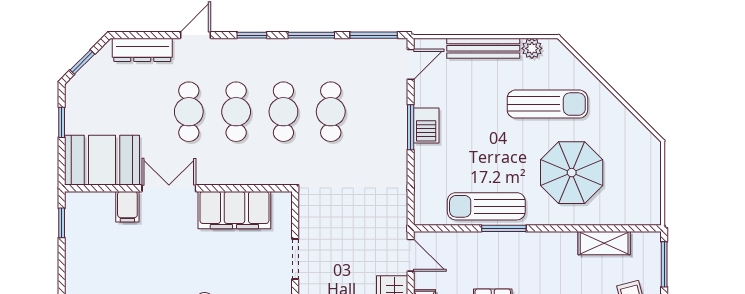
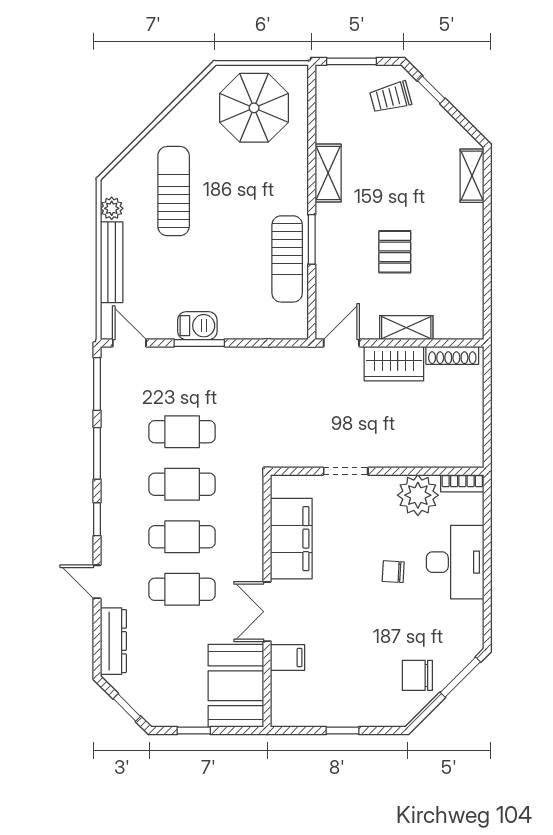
parasol: (572, 173) -> (254, 108), moved
window: (62, 223) -> (342, 731), moved
shelving: (604, 243) -> (328, 173), moved

